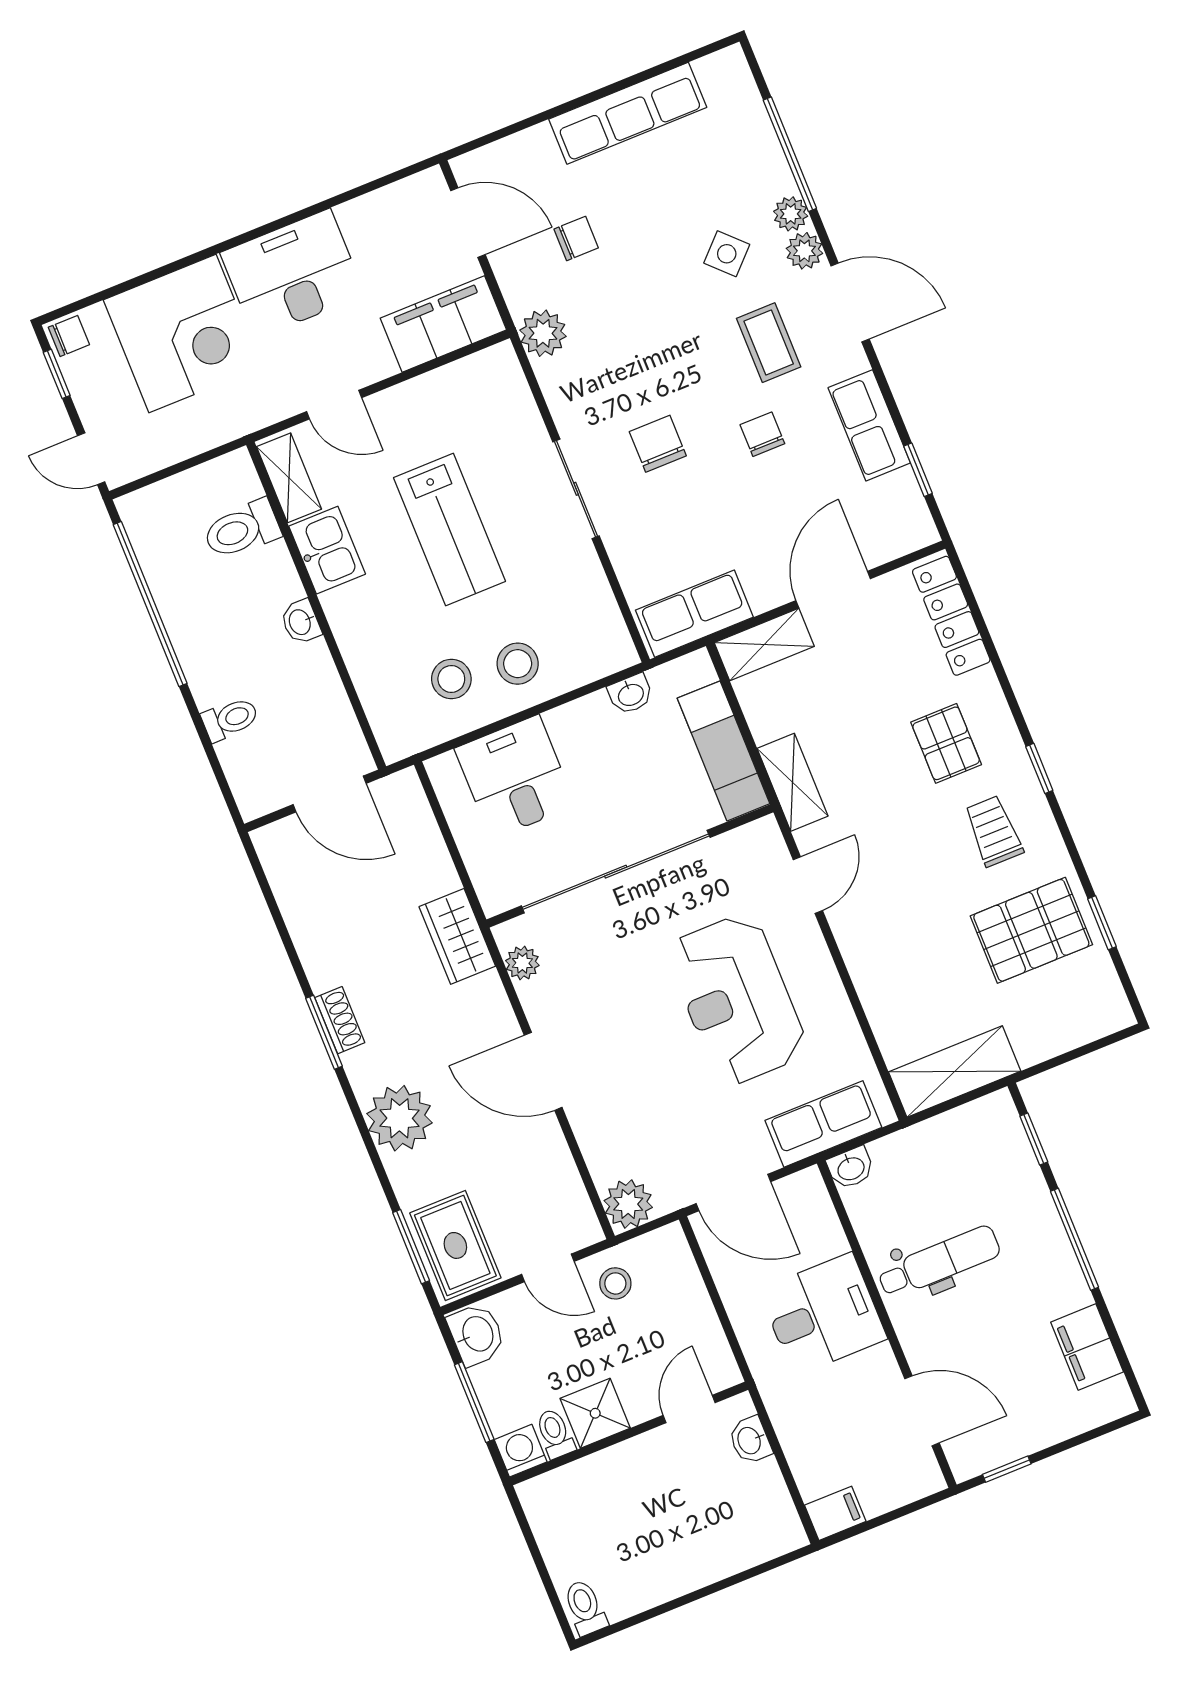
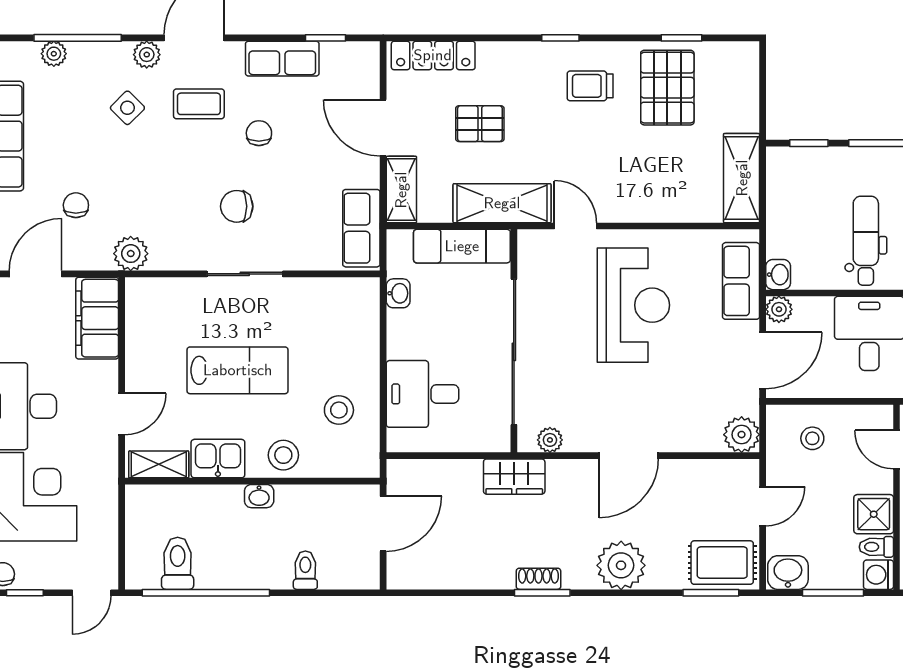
plant: (791, 214) -> (54, 54), moved
chair: (762, 434) -> (259, 133), turned 90
toilet: (242, 530) -> (178, 563), moved, turned 180
stool: (518, 664) -> (283, 455), moved
pallet: (946, 743) -> (480, 124), moved
shelving: (793, 782) -> (502, 203), width x1.50, depth x1.33
reception desk: (737, 1000) -> (633, 305), turned -90
plant: (807, 1187) -> (779, 309), added
stool: (615, 1283) -> (812, 438), moved

